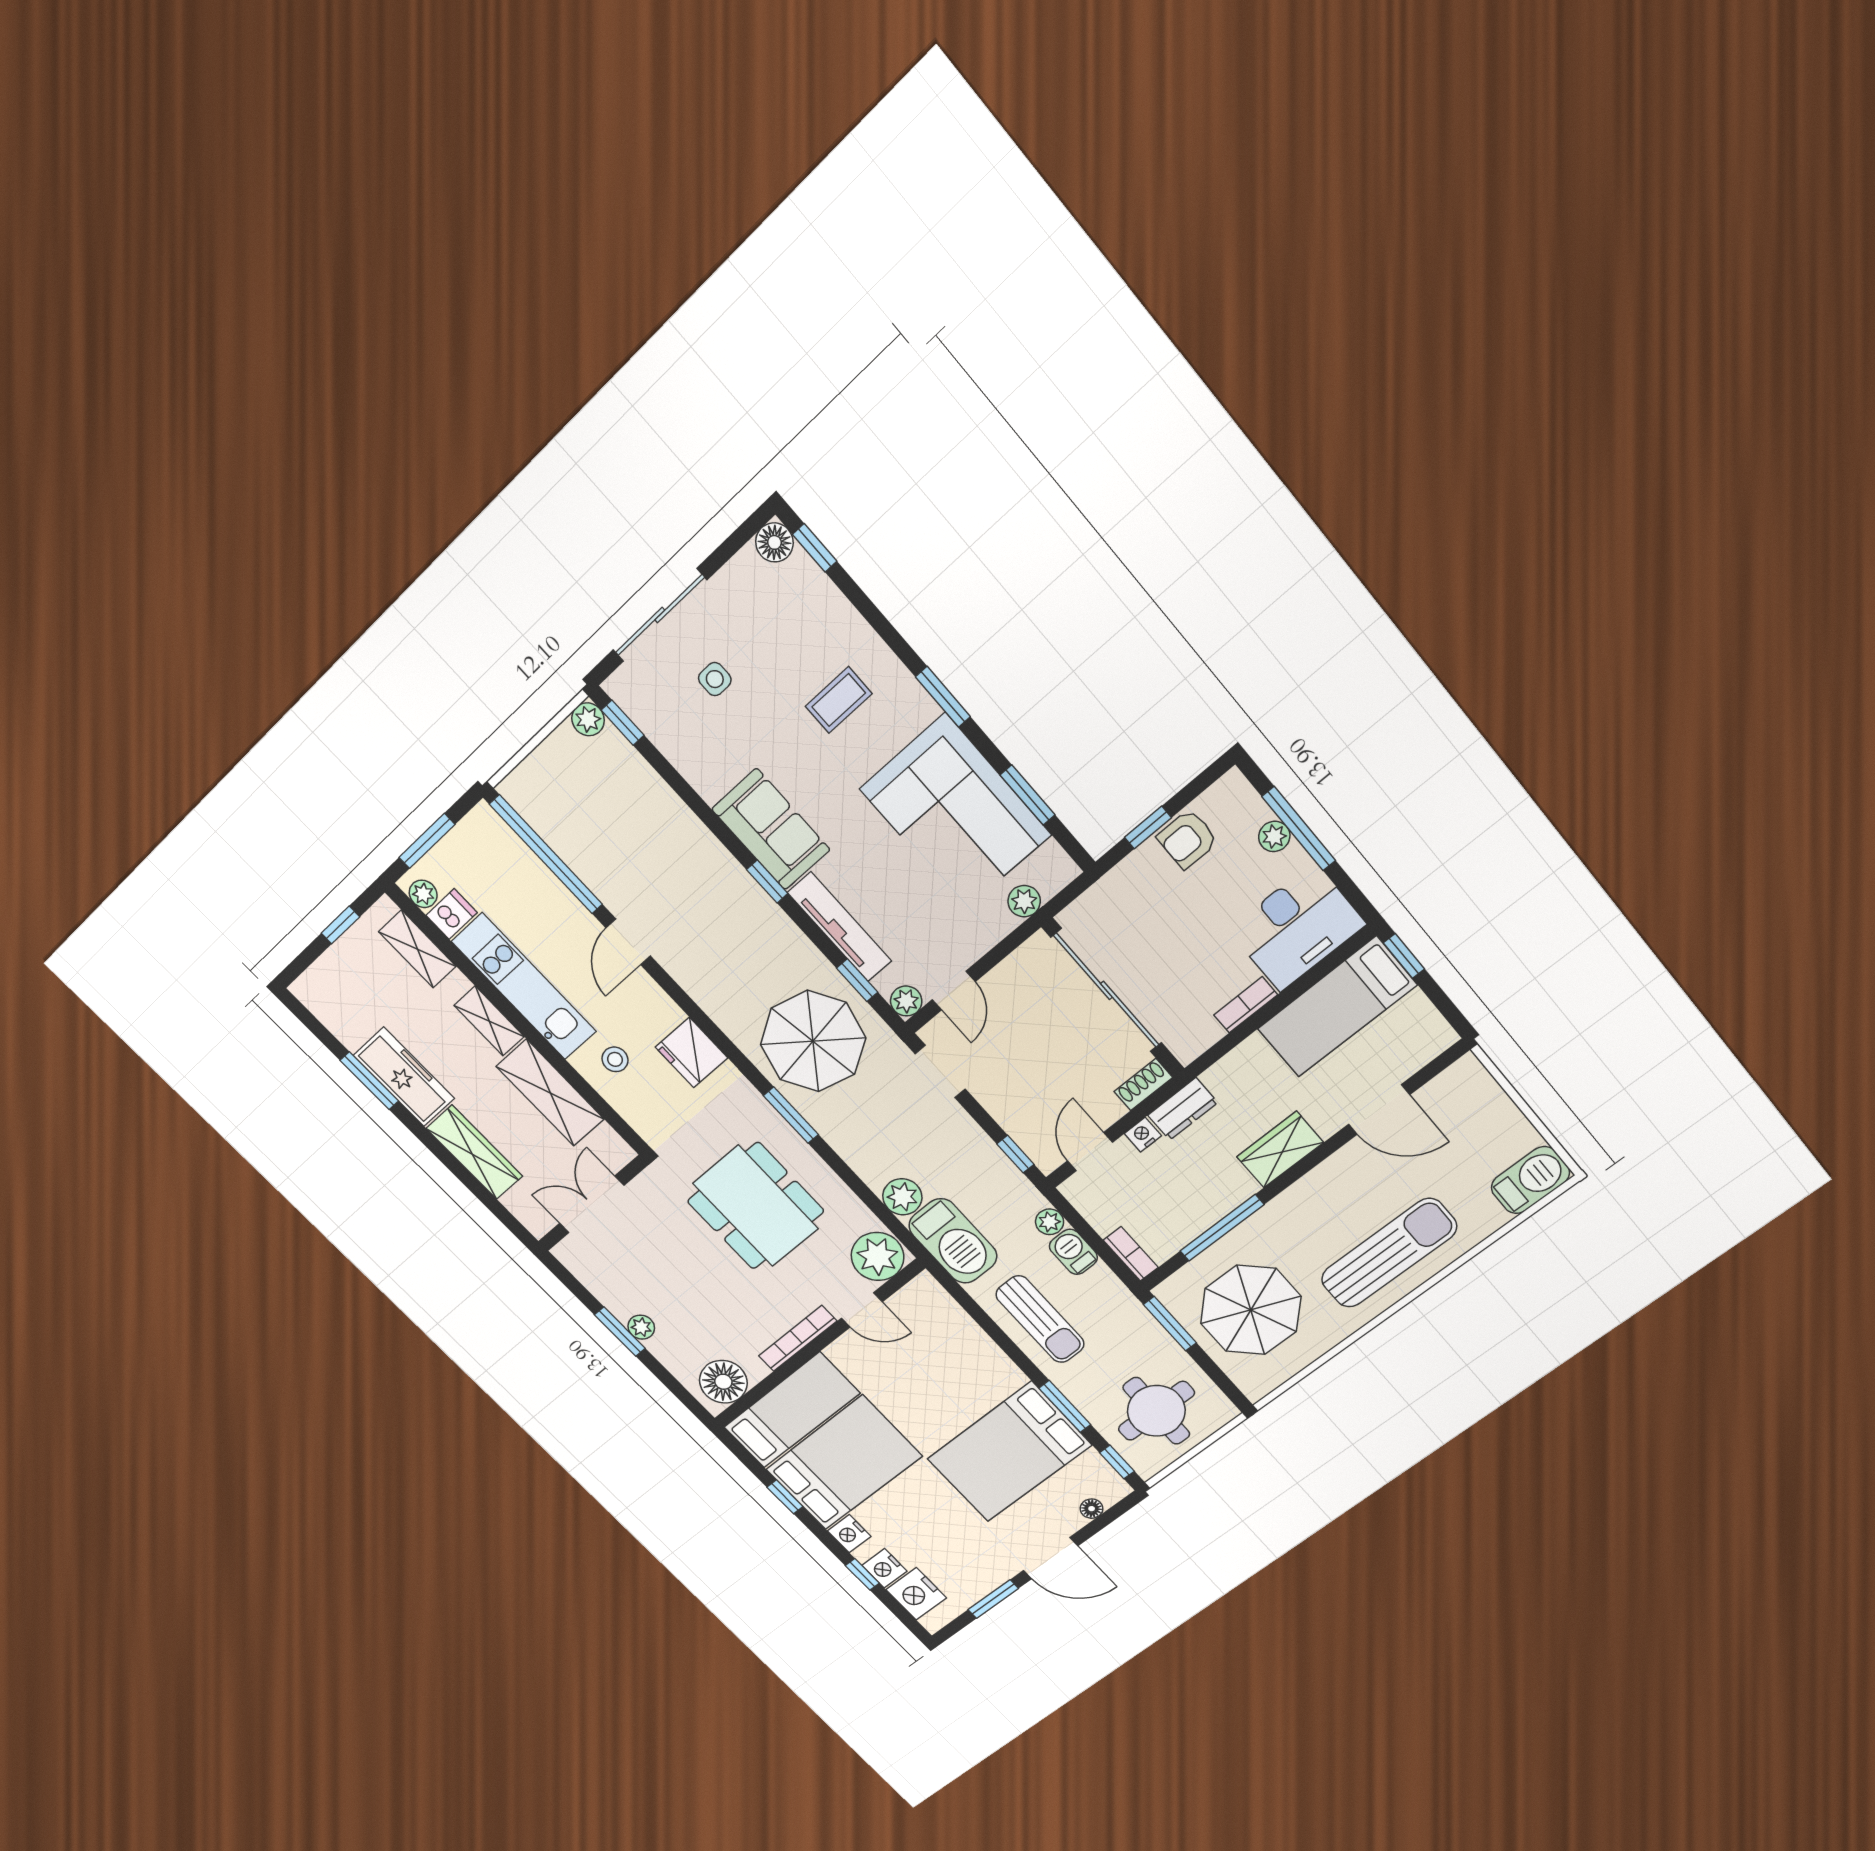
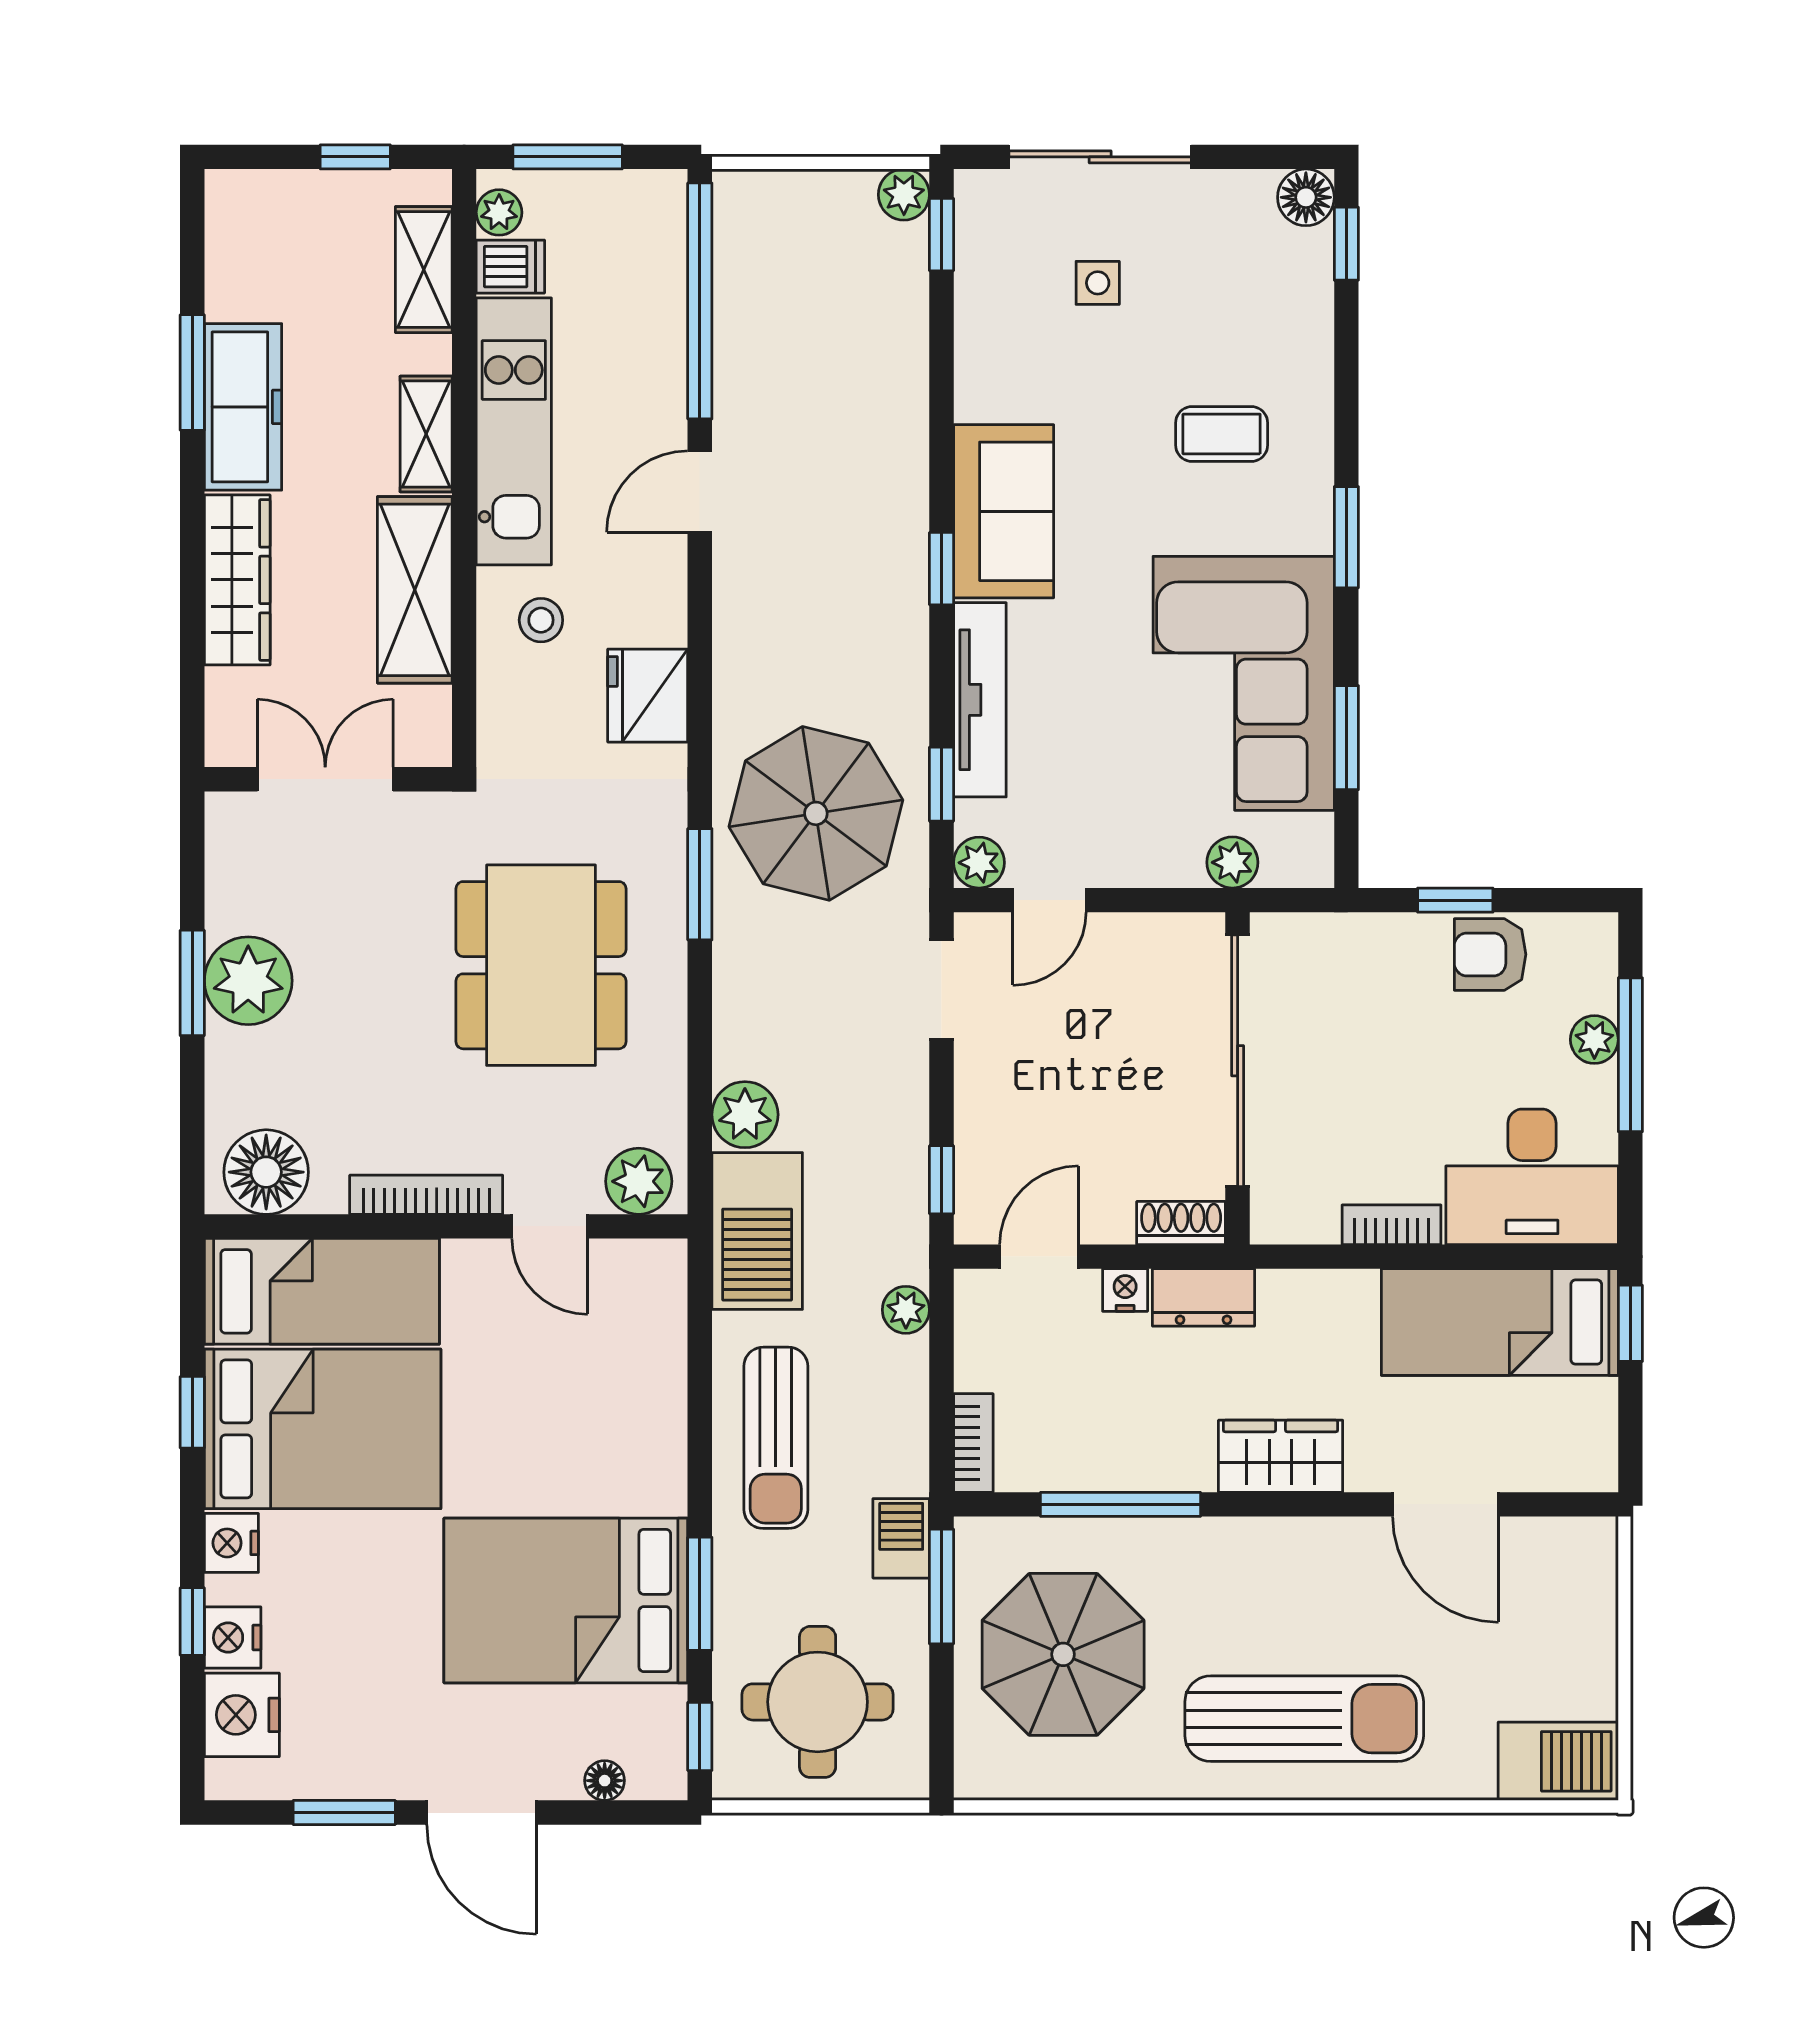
barbecue: (1073, 1252) -> (901, 1538), moved
plant: (878, 1256) -> (639, 1181), width x0.73, depth x0.73
plant: (641, 1327) -> (248, 981), width x1.87, depth x1.87

